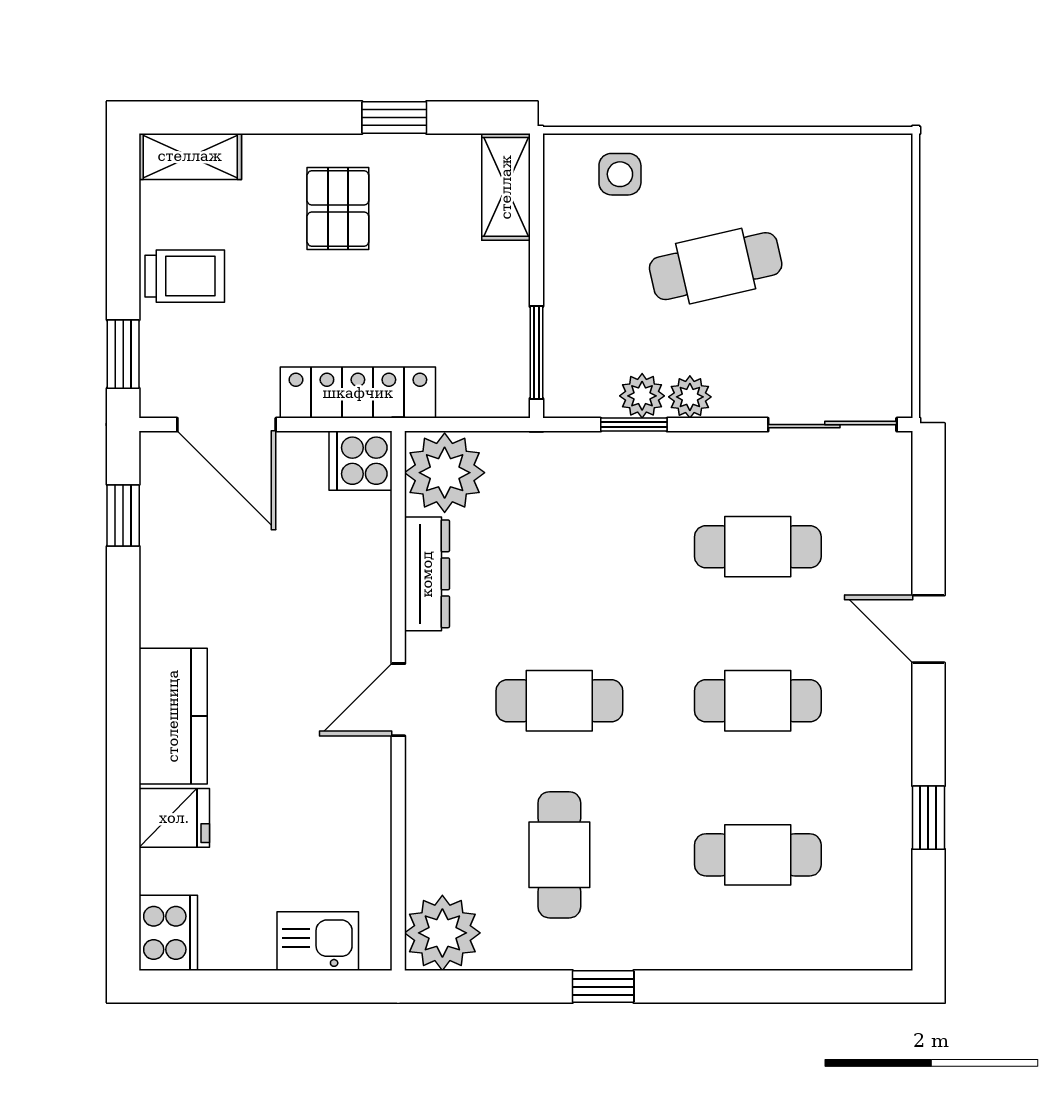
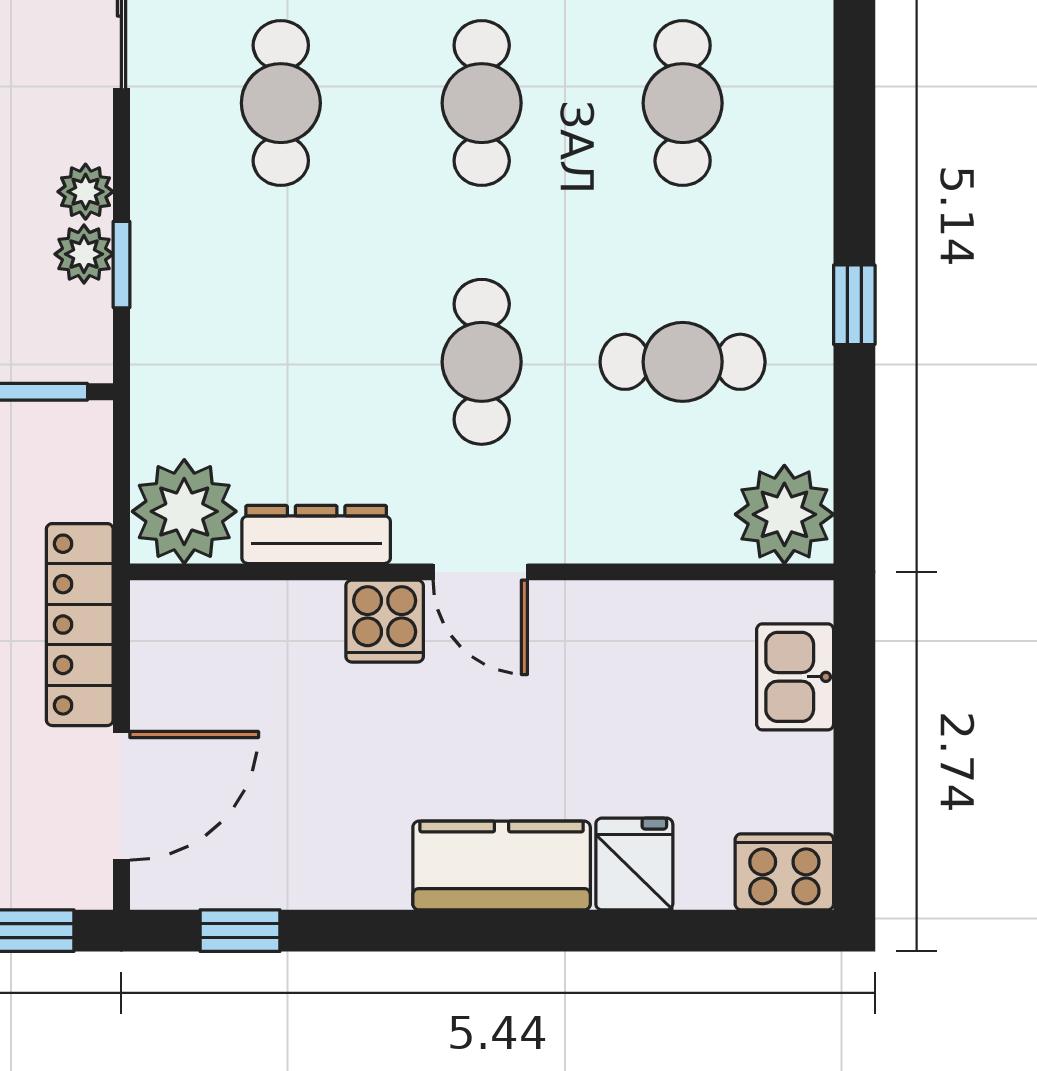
cooker: (361, 461) -> (385, 621), moved

